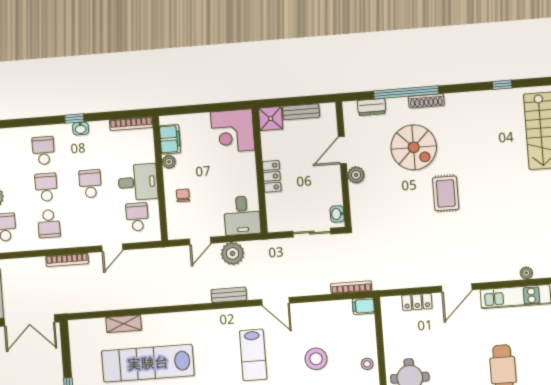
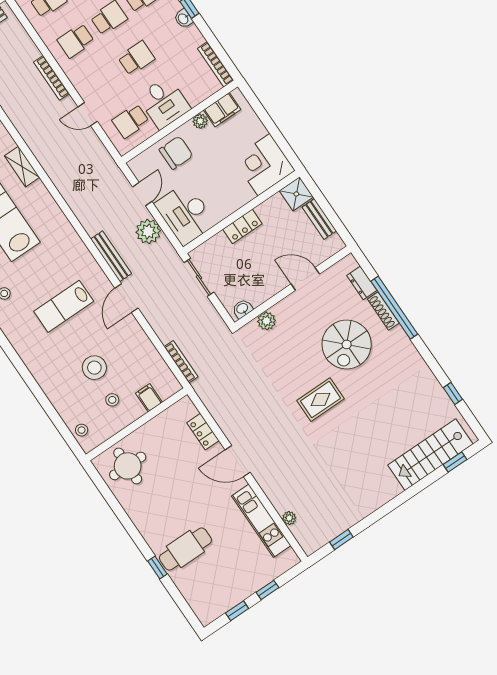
shoe rack: (426, 101) -> (383, 311), moved
plant: (356, 175) -> (266, 321), moved
chair: (183, 195) -> (176, 153), width x1.87, depth x1.87
desk: (242, 215) -> (185, 214), width x1.37
school desk: (137, 217) -> (131, 121), turned 180
sliding door: (312, 233) -> (199, 277), moved
door: (200, 241) -> (142, 194), swing flipped
bench: (229, 295) -> (111, 256), width x1.36
filing cabinet: (363, 306) -> (149, 398), moved
stool: (367, 364) -> (112, 400), moved

